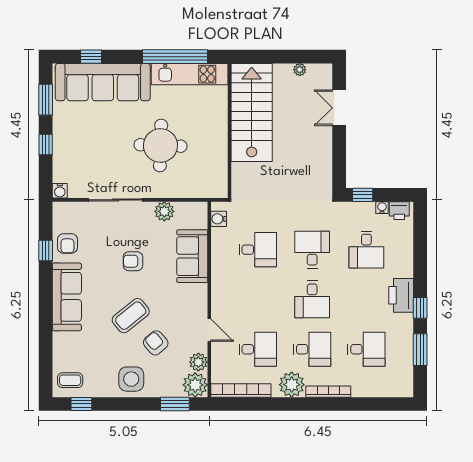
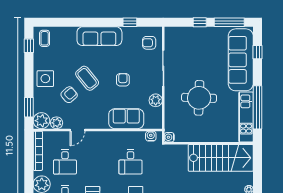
window: (46, 100) -> (229, 22), width x1.44
water cooler: (60, 191) -> (169, 137), moved
armchair: (67, 243) -> (149, 43), moved

